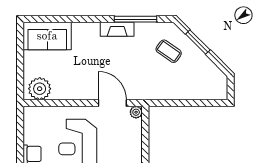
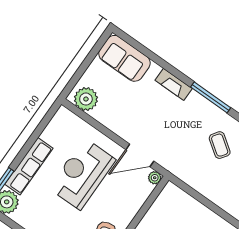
fireplace: (117, 29) -> (174, 84), moved
door: (112, 103) -> (140, 155), swing flipped

